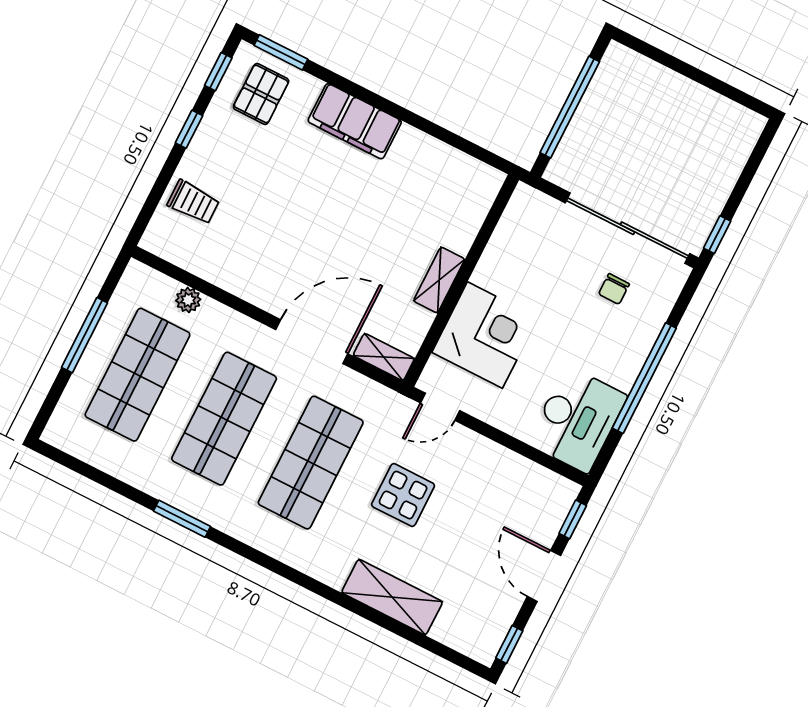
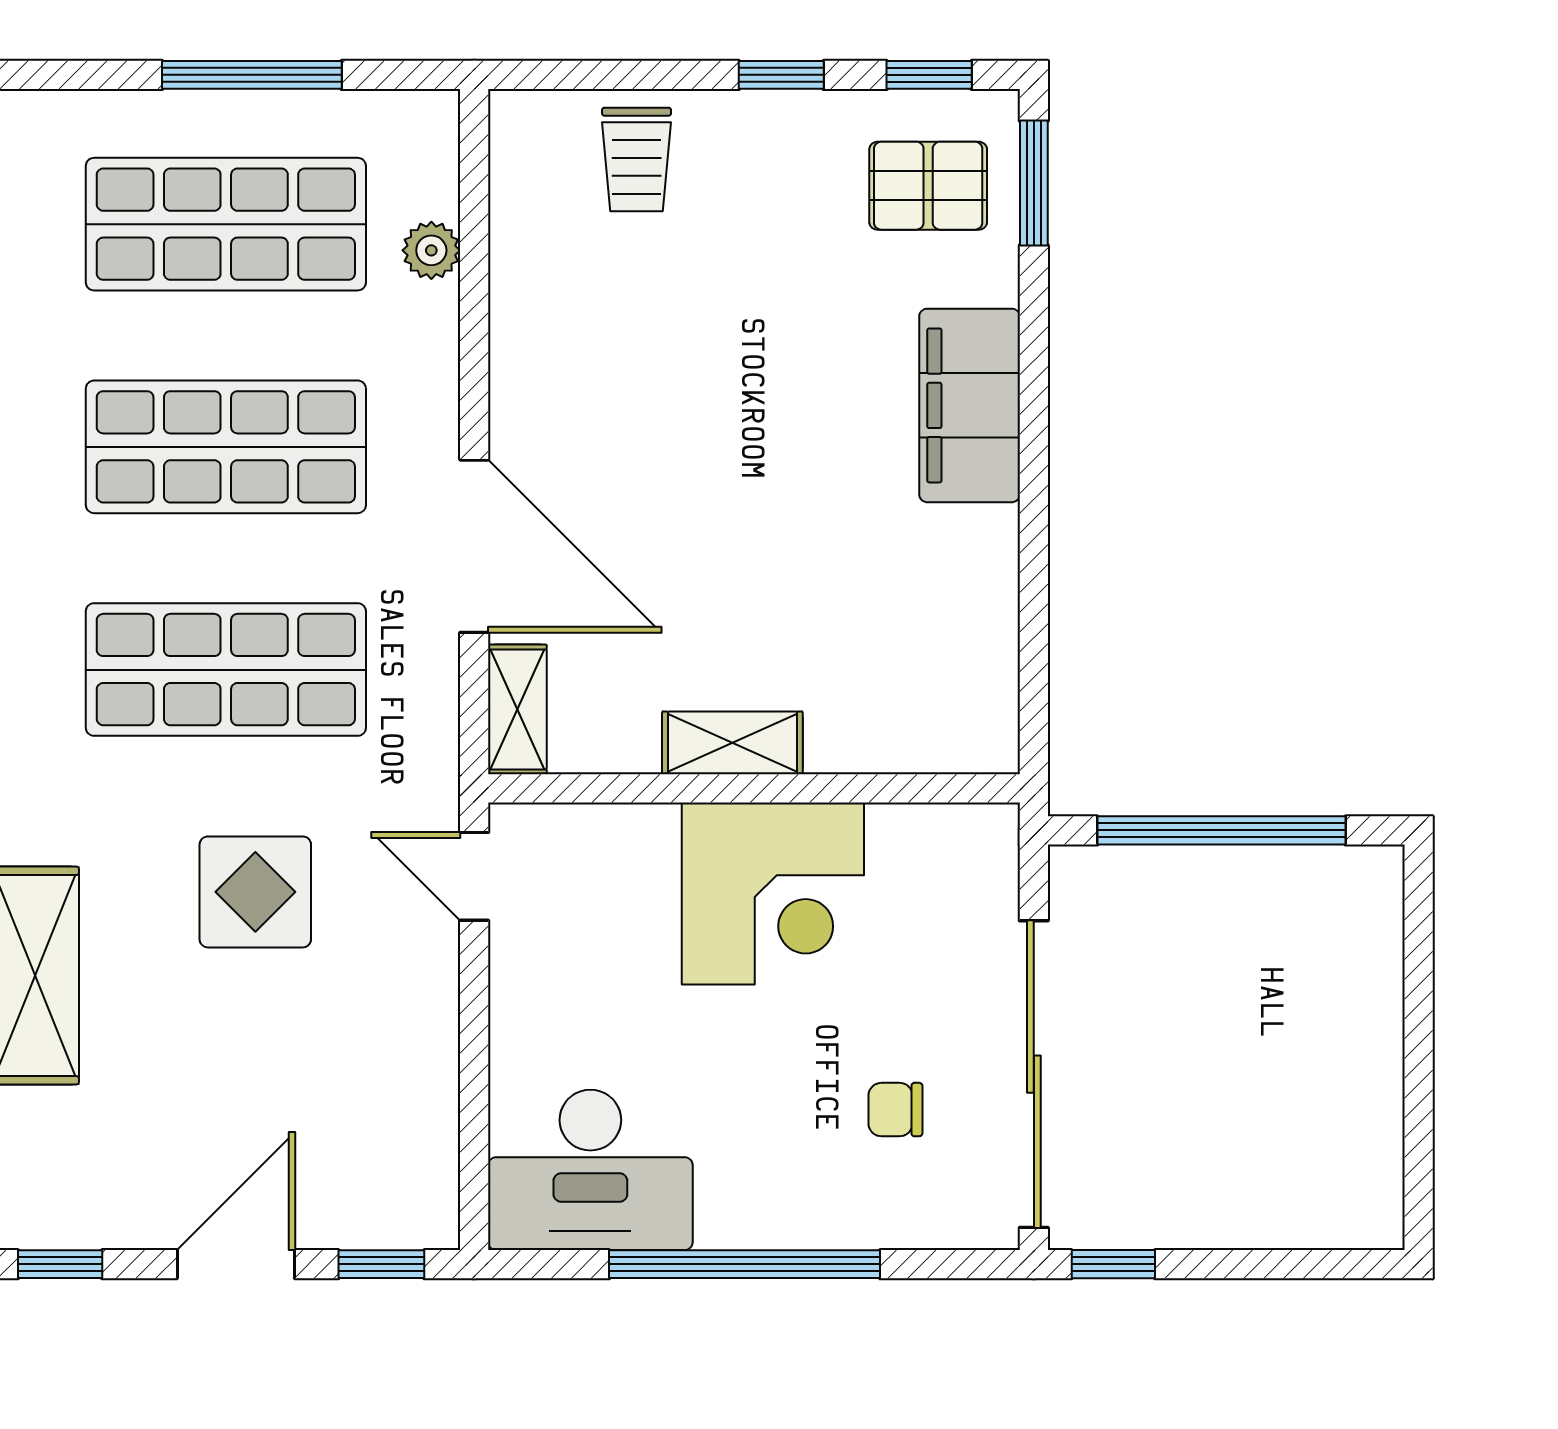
corner desk: (485, 335) -> (773, 893), moved

